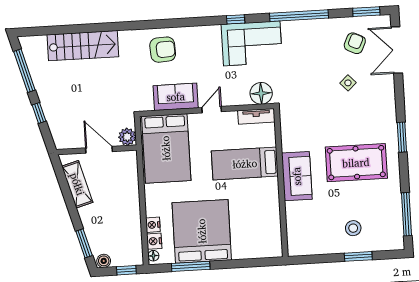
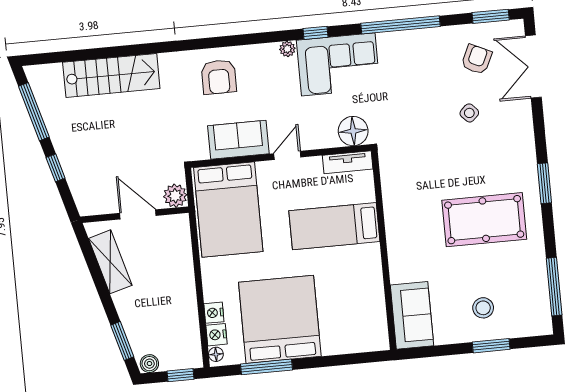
plant: (214, 31) -> (287, 49), added
armchair: (163, 50) -> (219, 77), turned 93
sofa: (297, 176) -> (412, 315), moved

